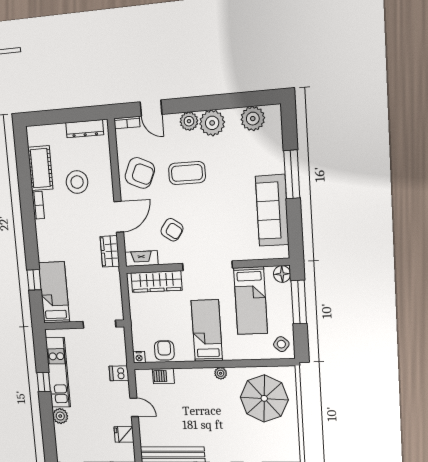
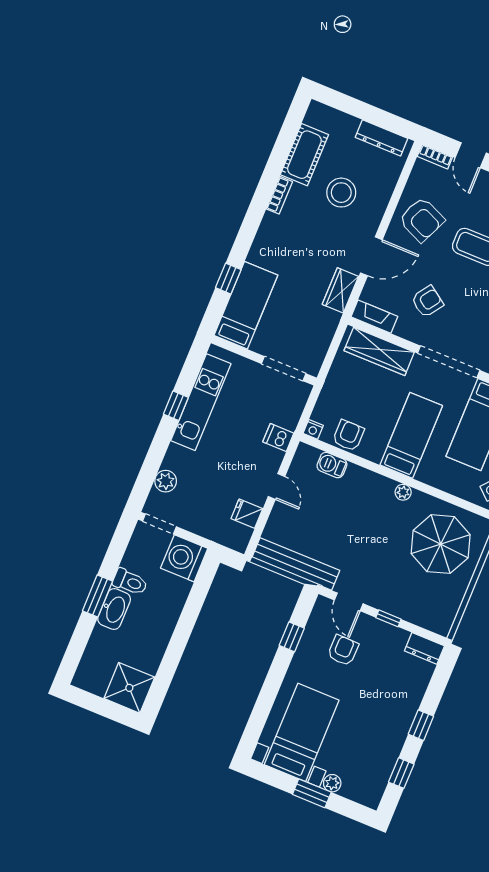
armchair: (172, 230) -> (427, 301), turned -90
plant: (60, 416) -> (166, 481), moved

